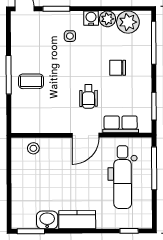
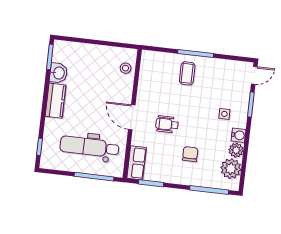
row of seats: (121, 124) -> (137, 163), moved

